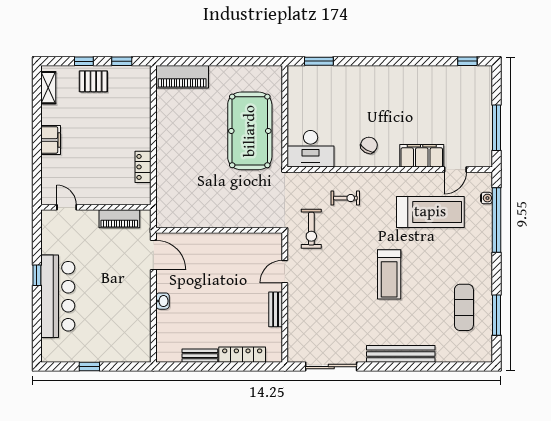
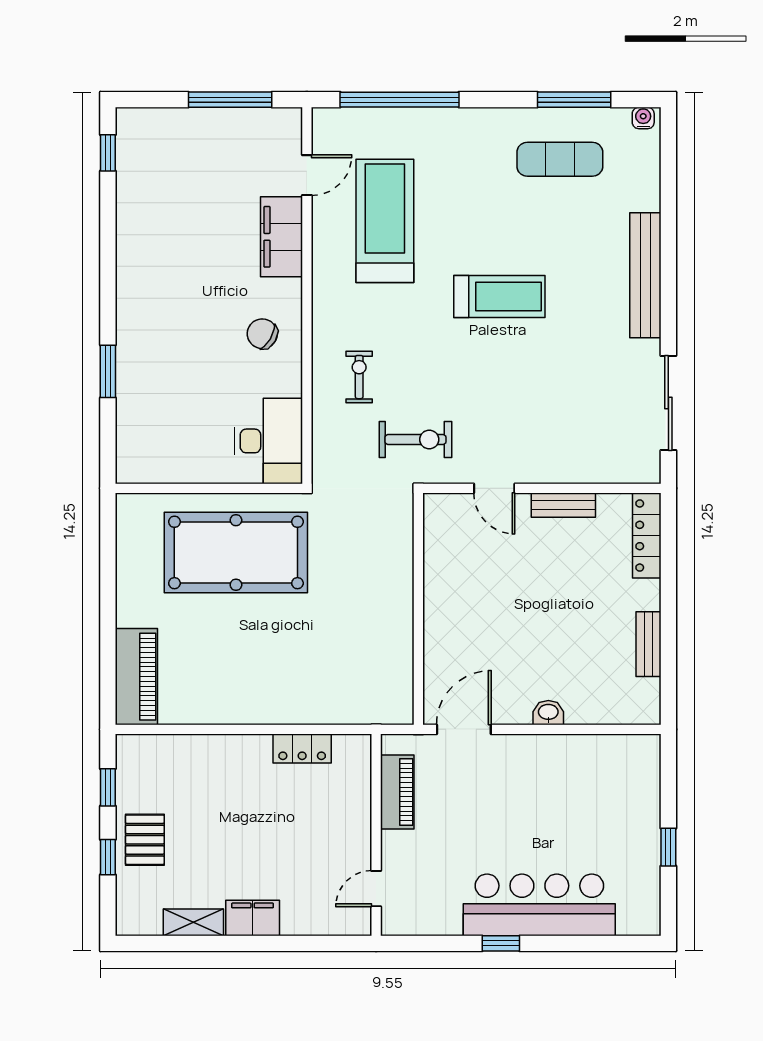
window: (319, 61) -> (108, 371), moved
shelving: (48, 88) -> (193, 922), moved
door: (455, 170) -> (307, 175), hinge flipped
water cooler: (486, 198) -> (643, 118), moved
locker: (242, 355) -> (647, 536), moved

